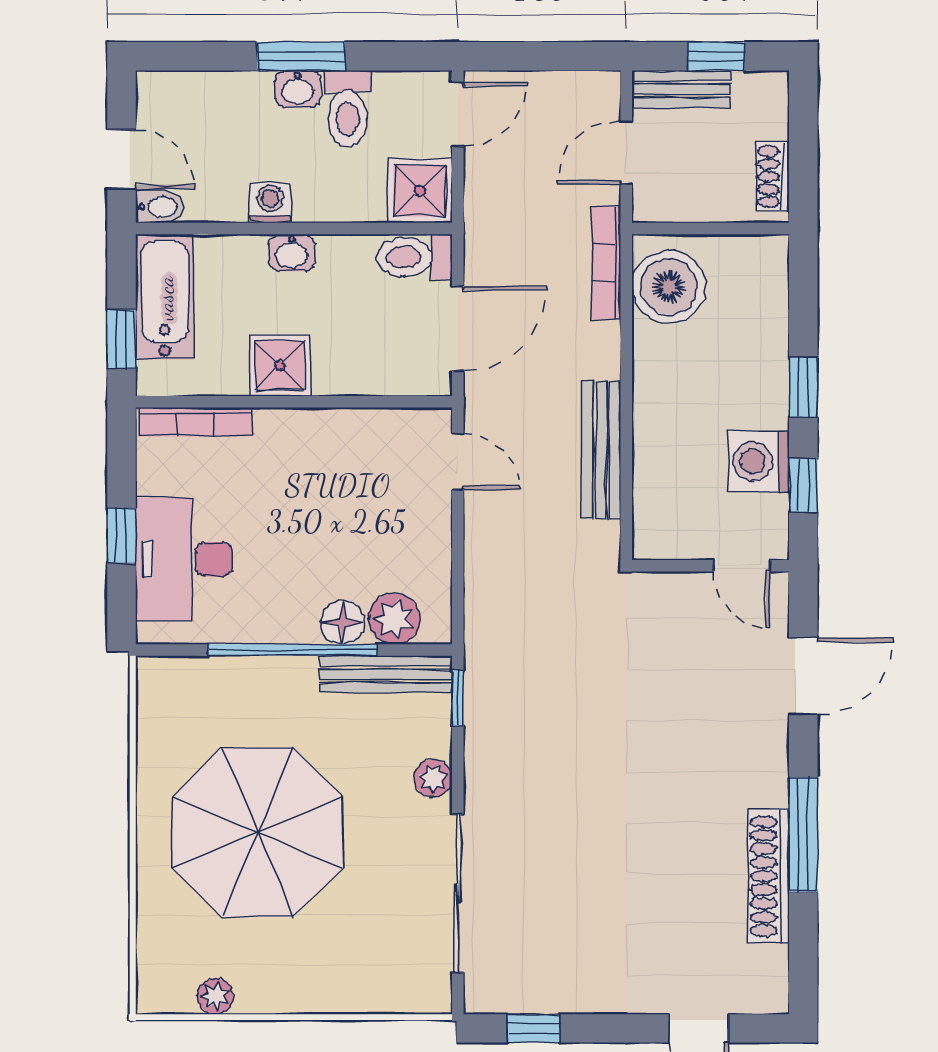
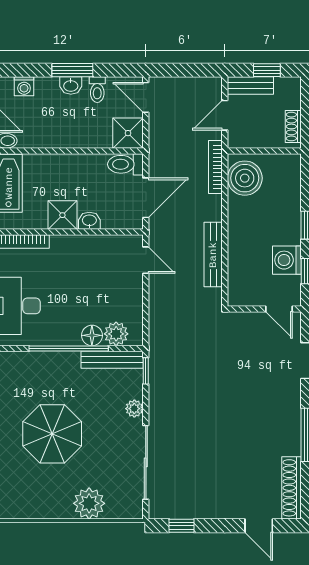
toilet: (348, 108) -> (97, 90), width x0.73, depth x0.72
door: (458, 114) -> (146, 97), swing flipped
washing machine: (270, 202) -> (24, 86), moved, turned 180
washbasin: (292, 253) -> (89, 221), moved, turned 180
parasol: (258, 832) -> (52, 434), width x0.73, depth x0.73
shoe rack: (769, 876) -> (292, 488), moved
plant: (215, 996) -> (89, 503), moved, width x1.87, depth x1.87

